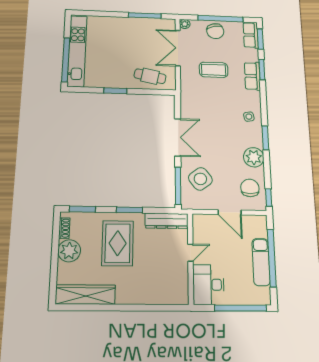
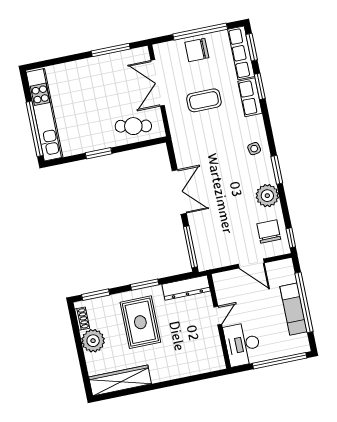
plant: (185, 24) -> (159, 50), removed
chair: (215, 31) -> (197, 50), turned 103
row of seats: (251, 35) -> (241, 53), width x1.48
side table: (200, 179) -> (213, 234), removed

